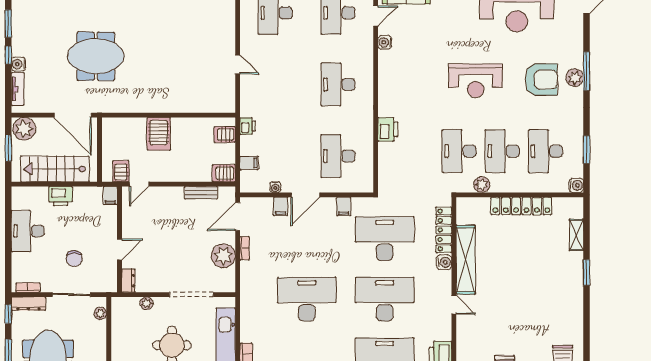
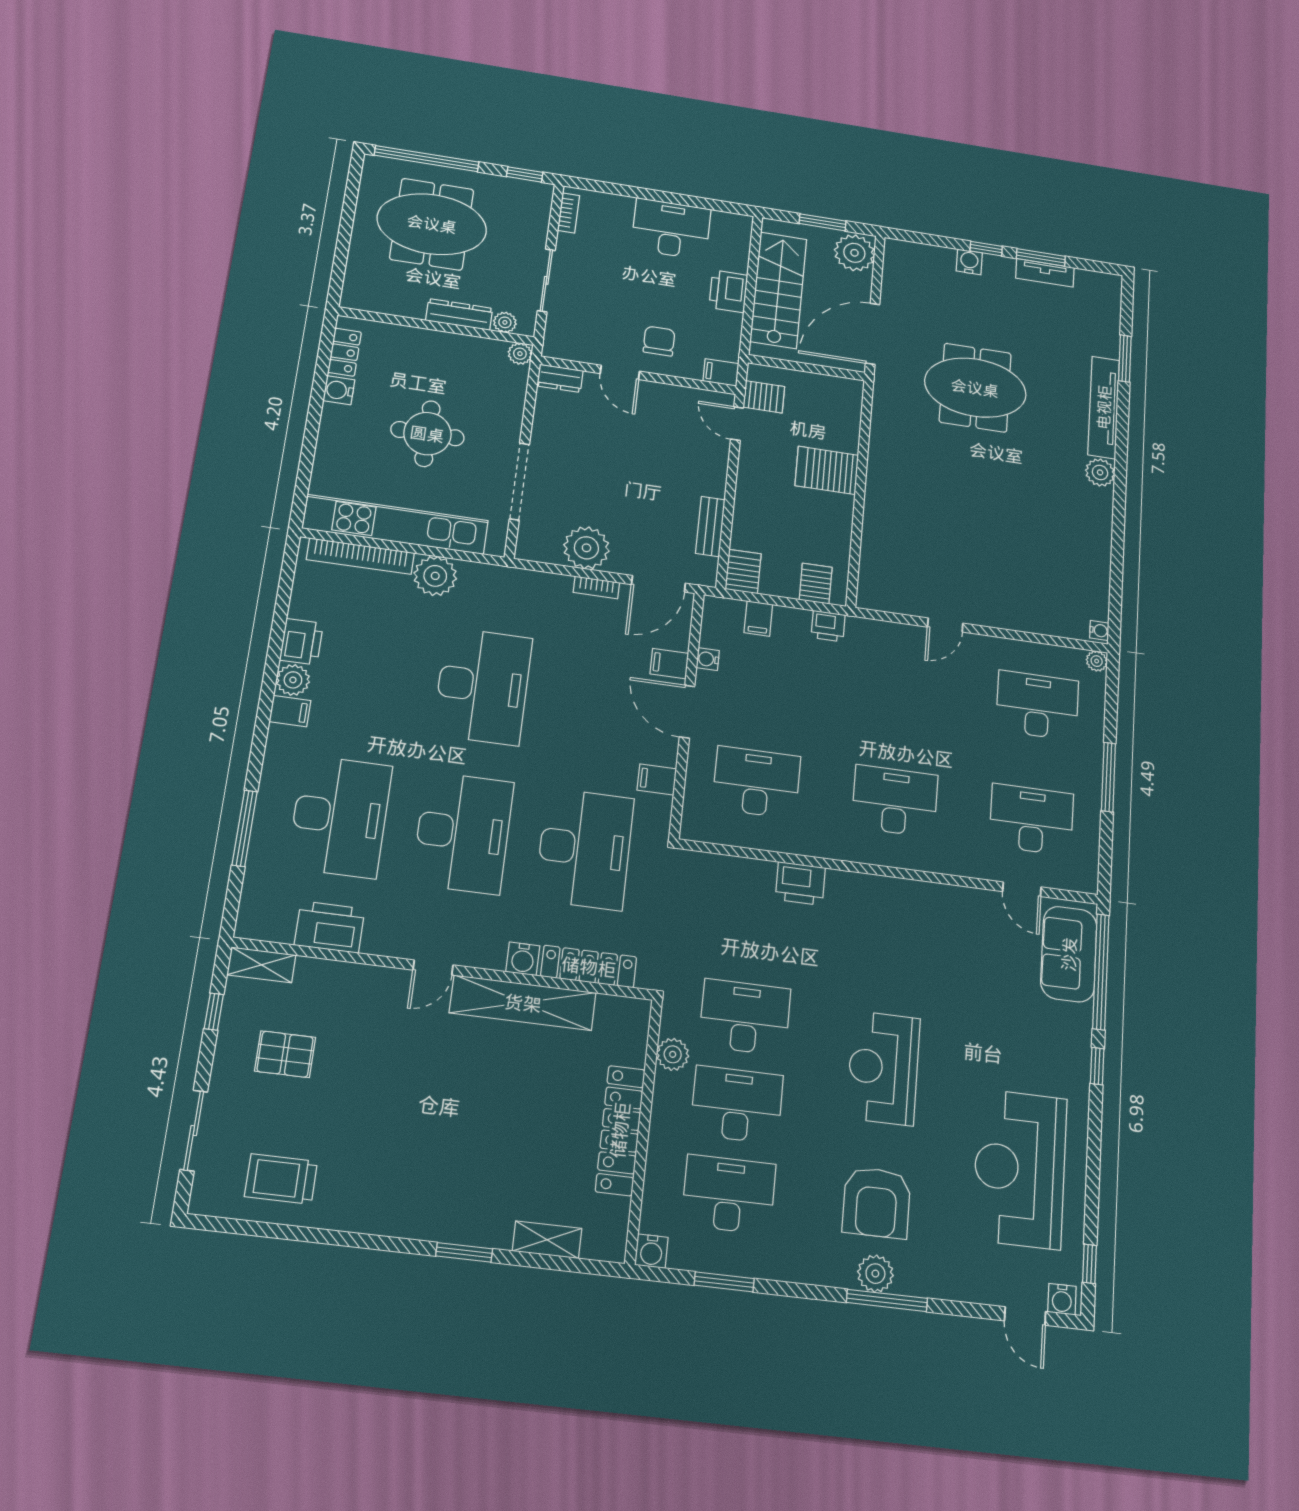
water cooler: (385, 42) -> (970, 900), removed
meeting table: (96, 56) -> (975, 388), turned 90
tv unit: (18, 89) -> (1045, 273), moved
door: (238, 217) -> (658, 584), swing flipped
chair: (74, 258) -> (659, 341), moved, turned 90
plant: (146, 303) -> (520, 354), moved
dresser: (28, 304) -> (459, 314), moved, turned 90
plant: (251, 331) -> (435, 576), added

